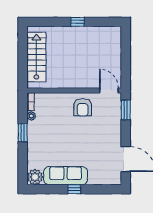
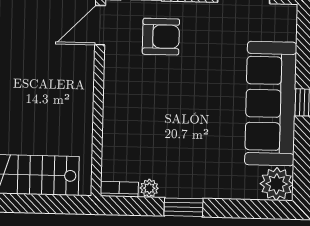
armchair: (83, 107) -> (161, 37), moved
sofa: (66, 176) -> (271, 103), width x1.36, depth x1.27

